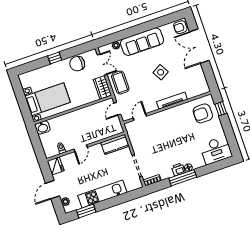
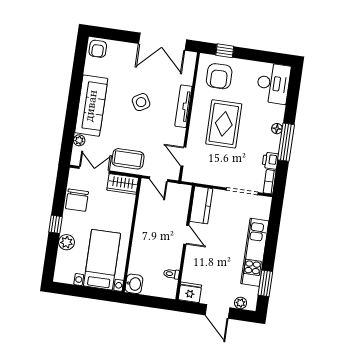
double door: (199, 46) -> (162, 42), moved
plant: (47, 71) -> (67, 242), added
rug: (174, 132) -> (224, 124), added
door: (81, 148) -> (186, 235), moved
printer: (178, 169) -> (270, 161), moved

